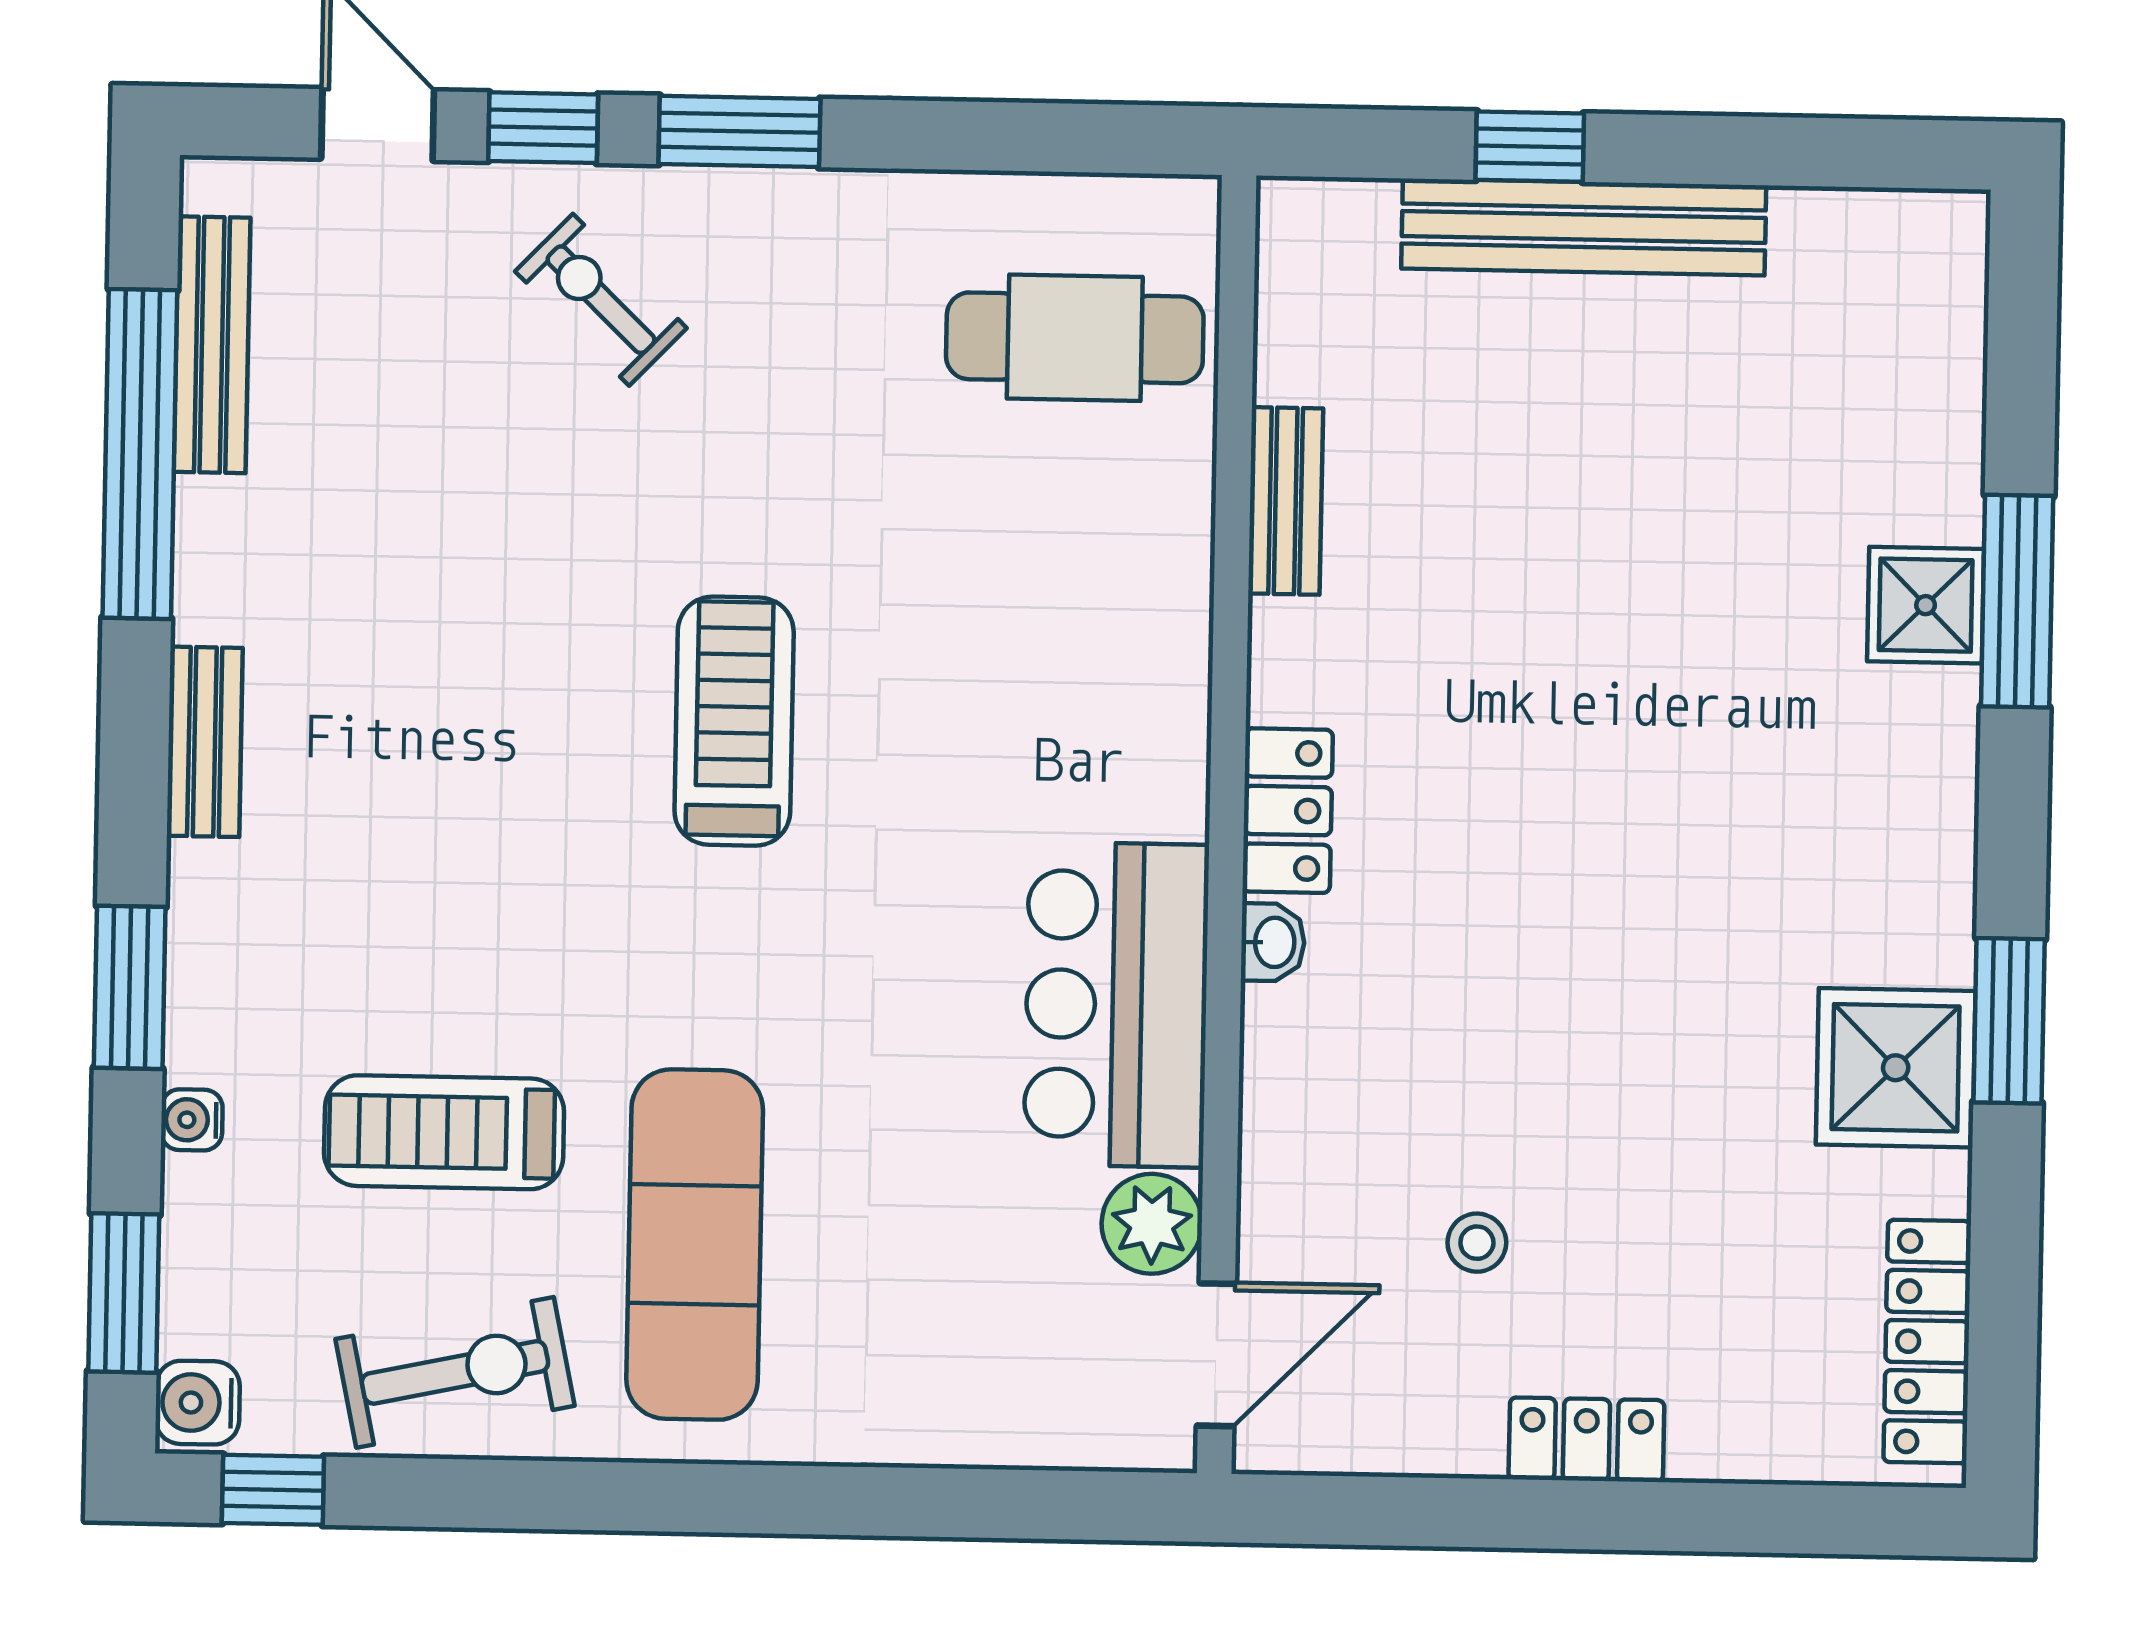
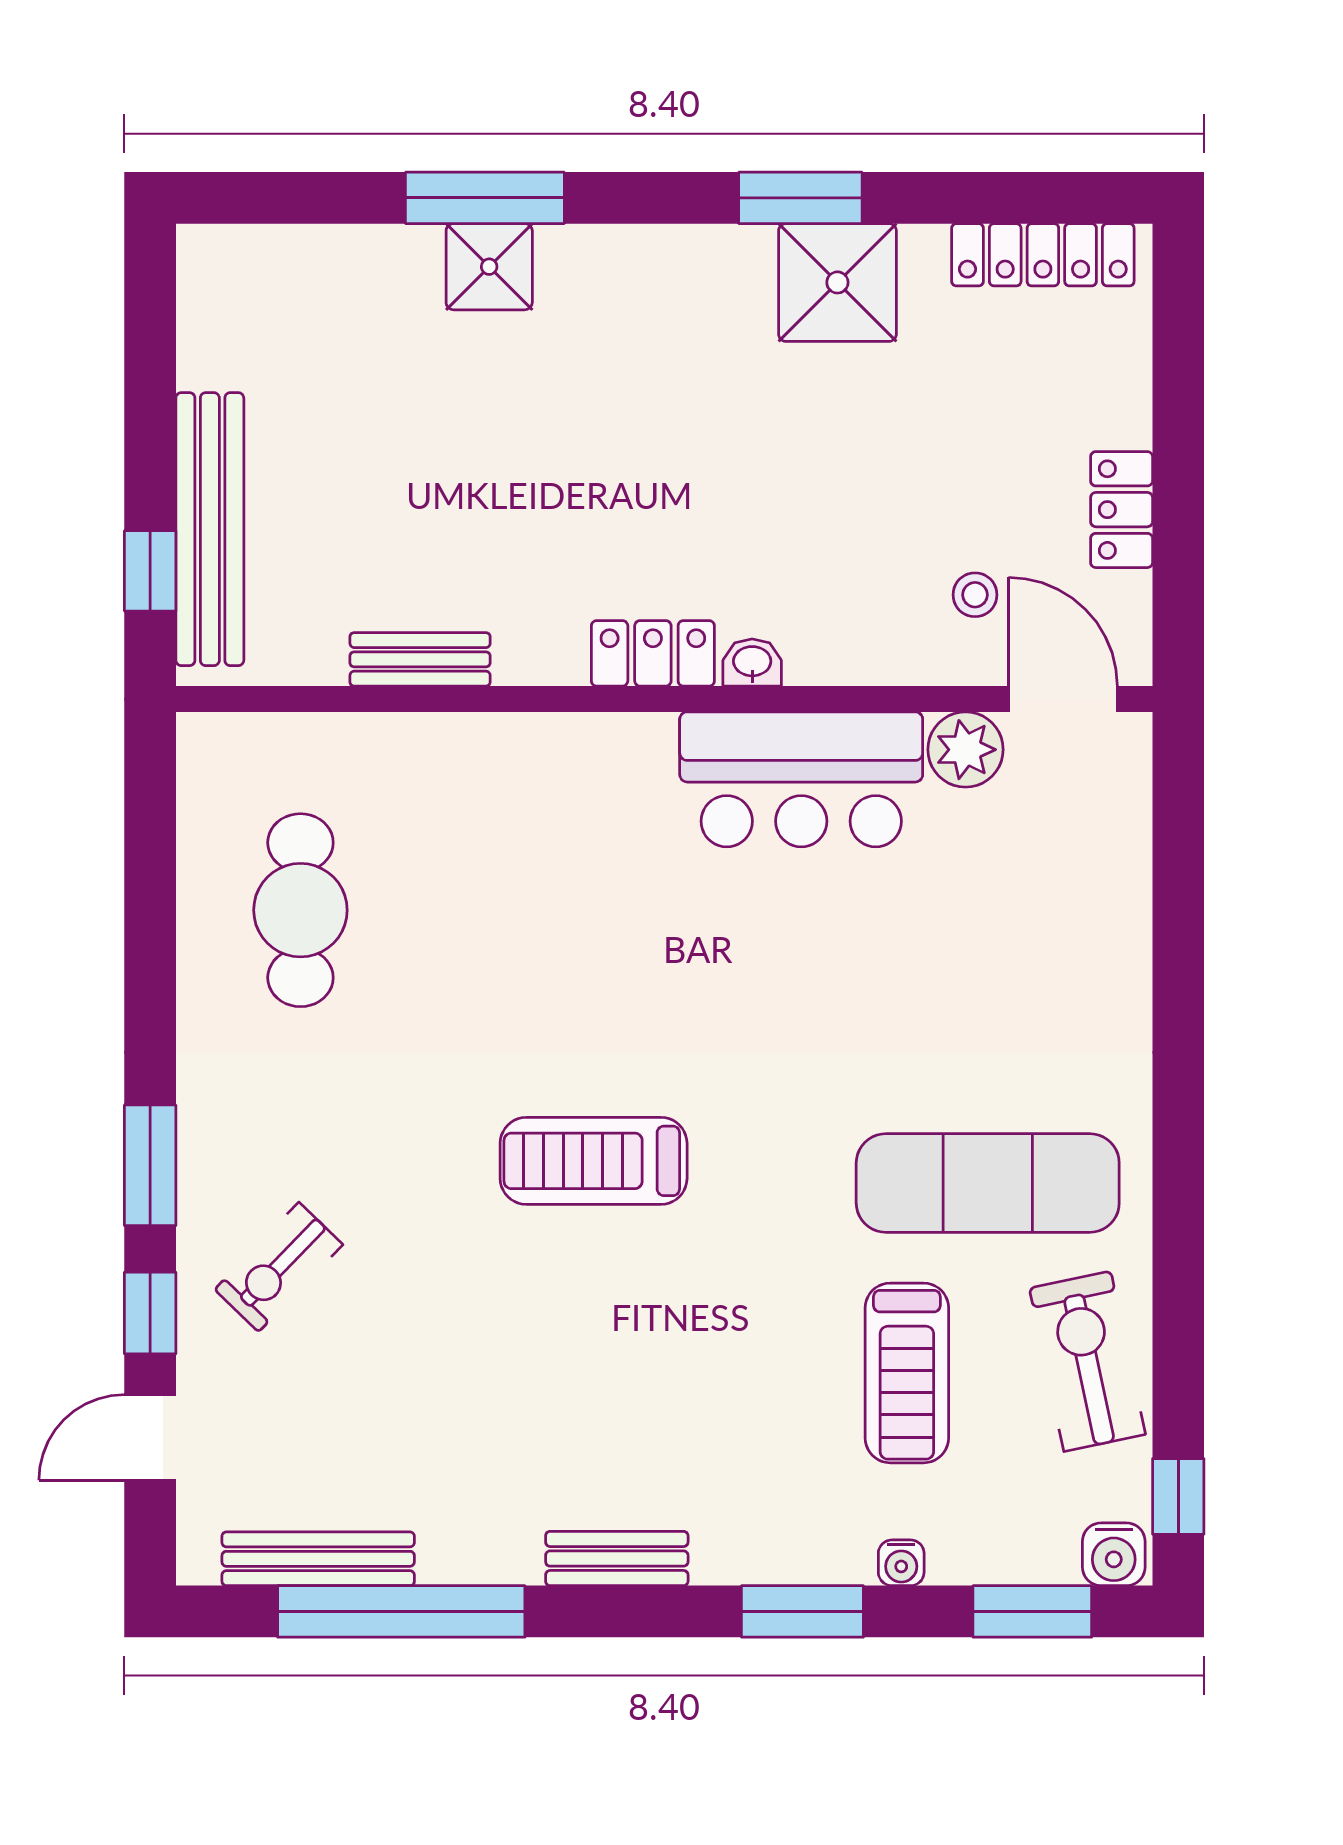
bench: (1286, 501) -> (420, 659), moved
locker: (1288, 811) -> (653, 653), moved
wall: (1227, 824) -> (664, 699), moved
washbasin: (1273, 942) -> (752, 663), moved
bar counter: (1116, 1005) -> (801, 779), moved
plant: (1152, 1224) -> (966, 750), moved
door: (1216, 1355) -> (1063, 699), moved

